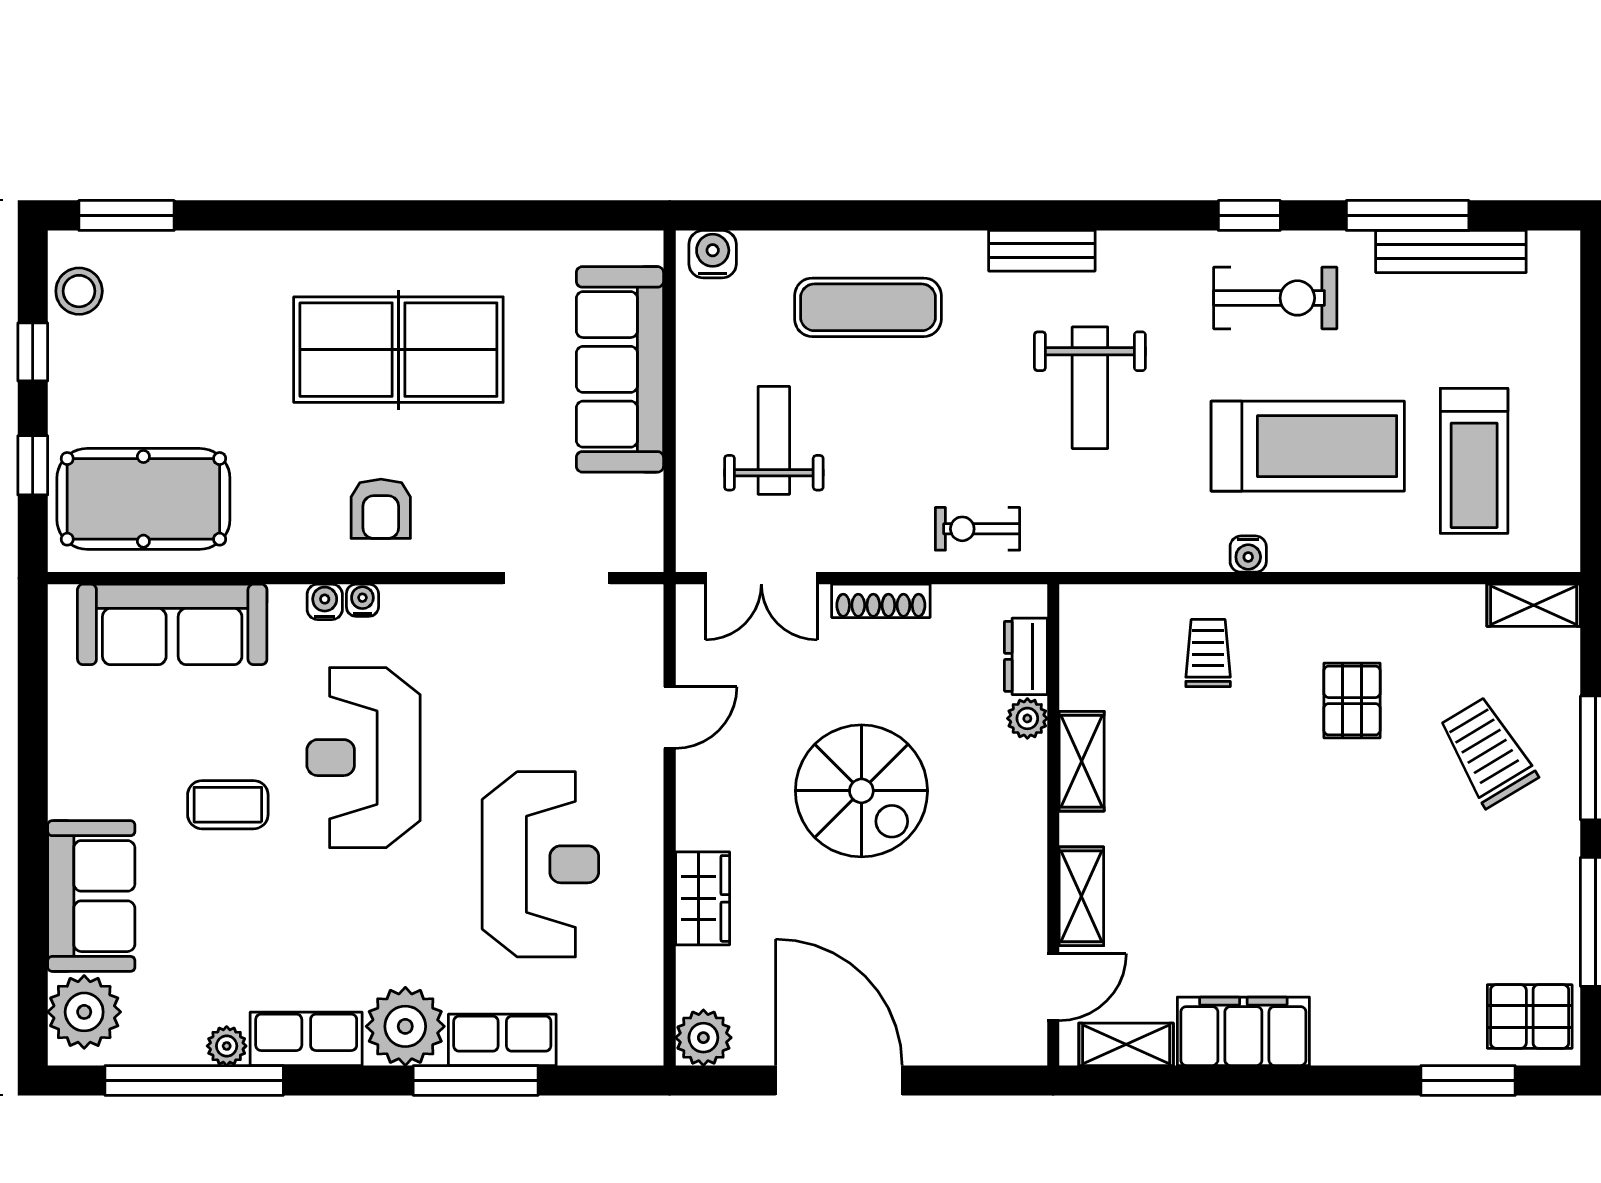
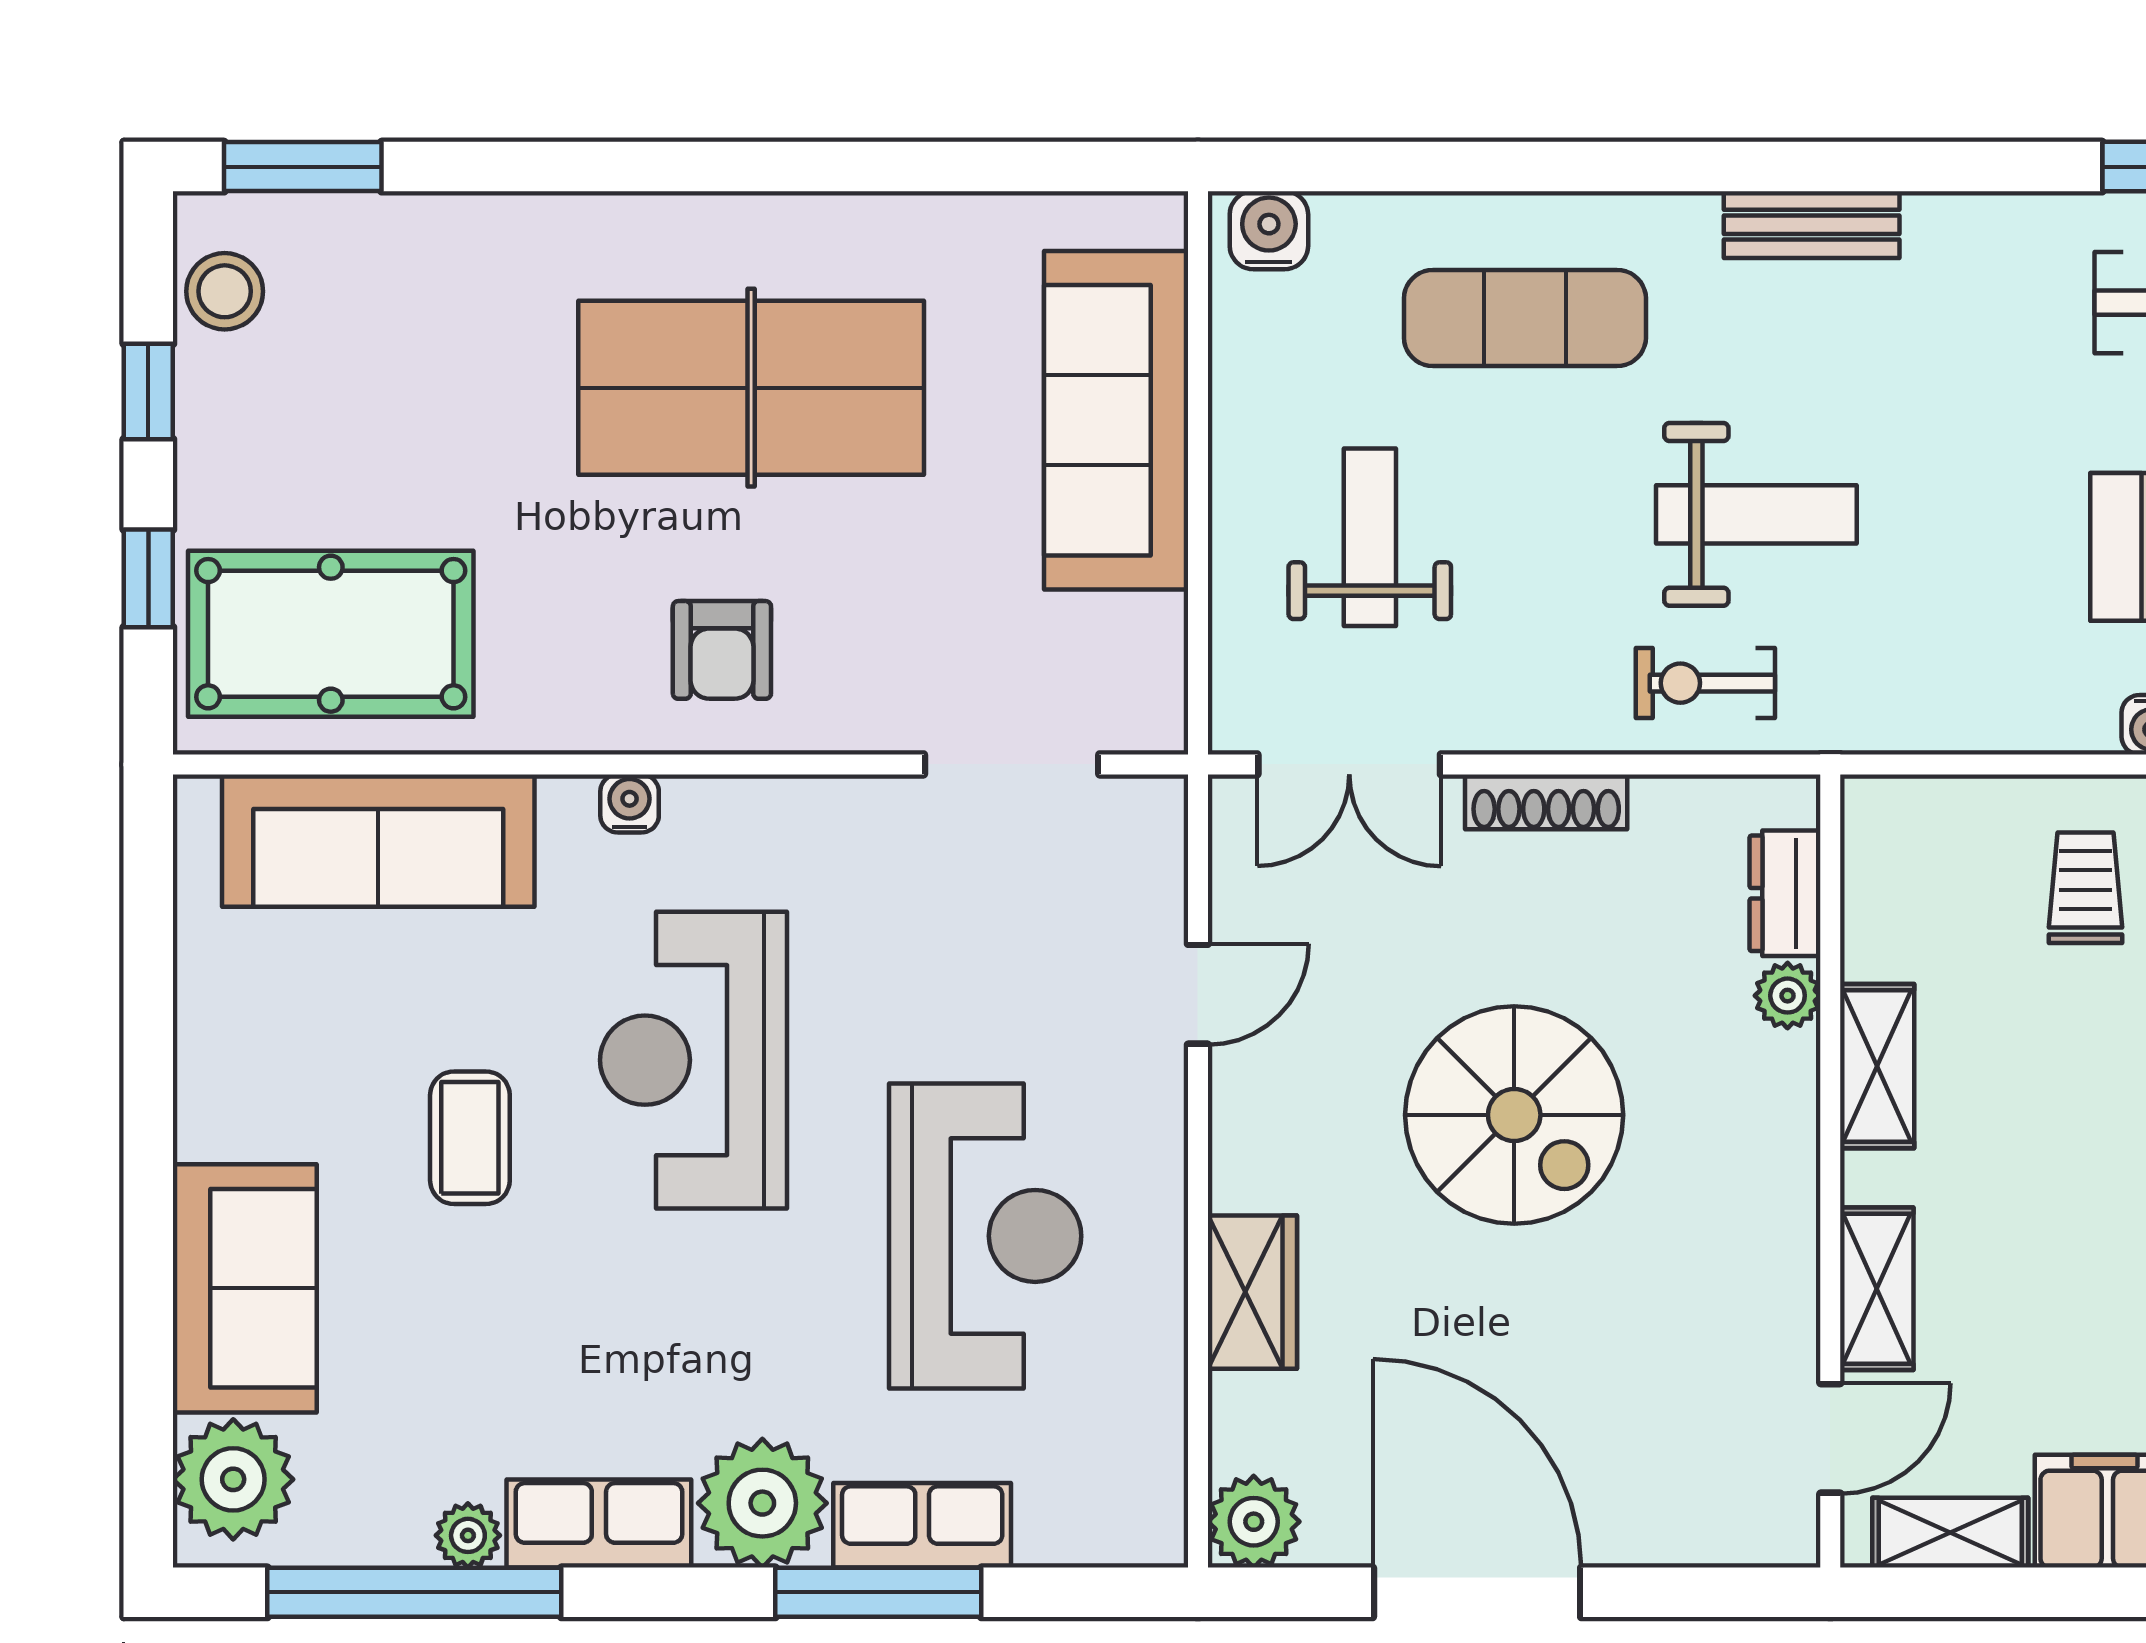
weight bench: (1090, 388) -> (1756, 514), moved, turned -90
water cooler: (362, 600) -> (692, 801), removed
coffee table: (228, 805) -> (470, 1138), turned 90

